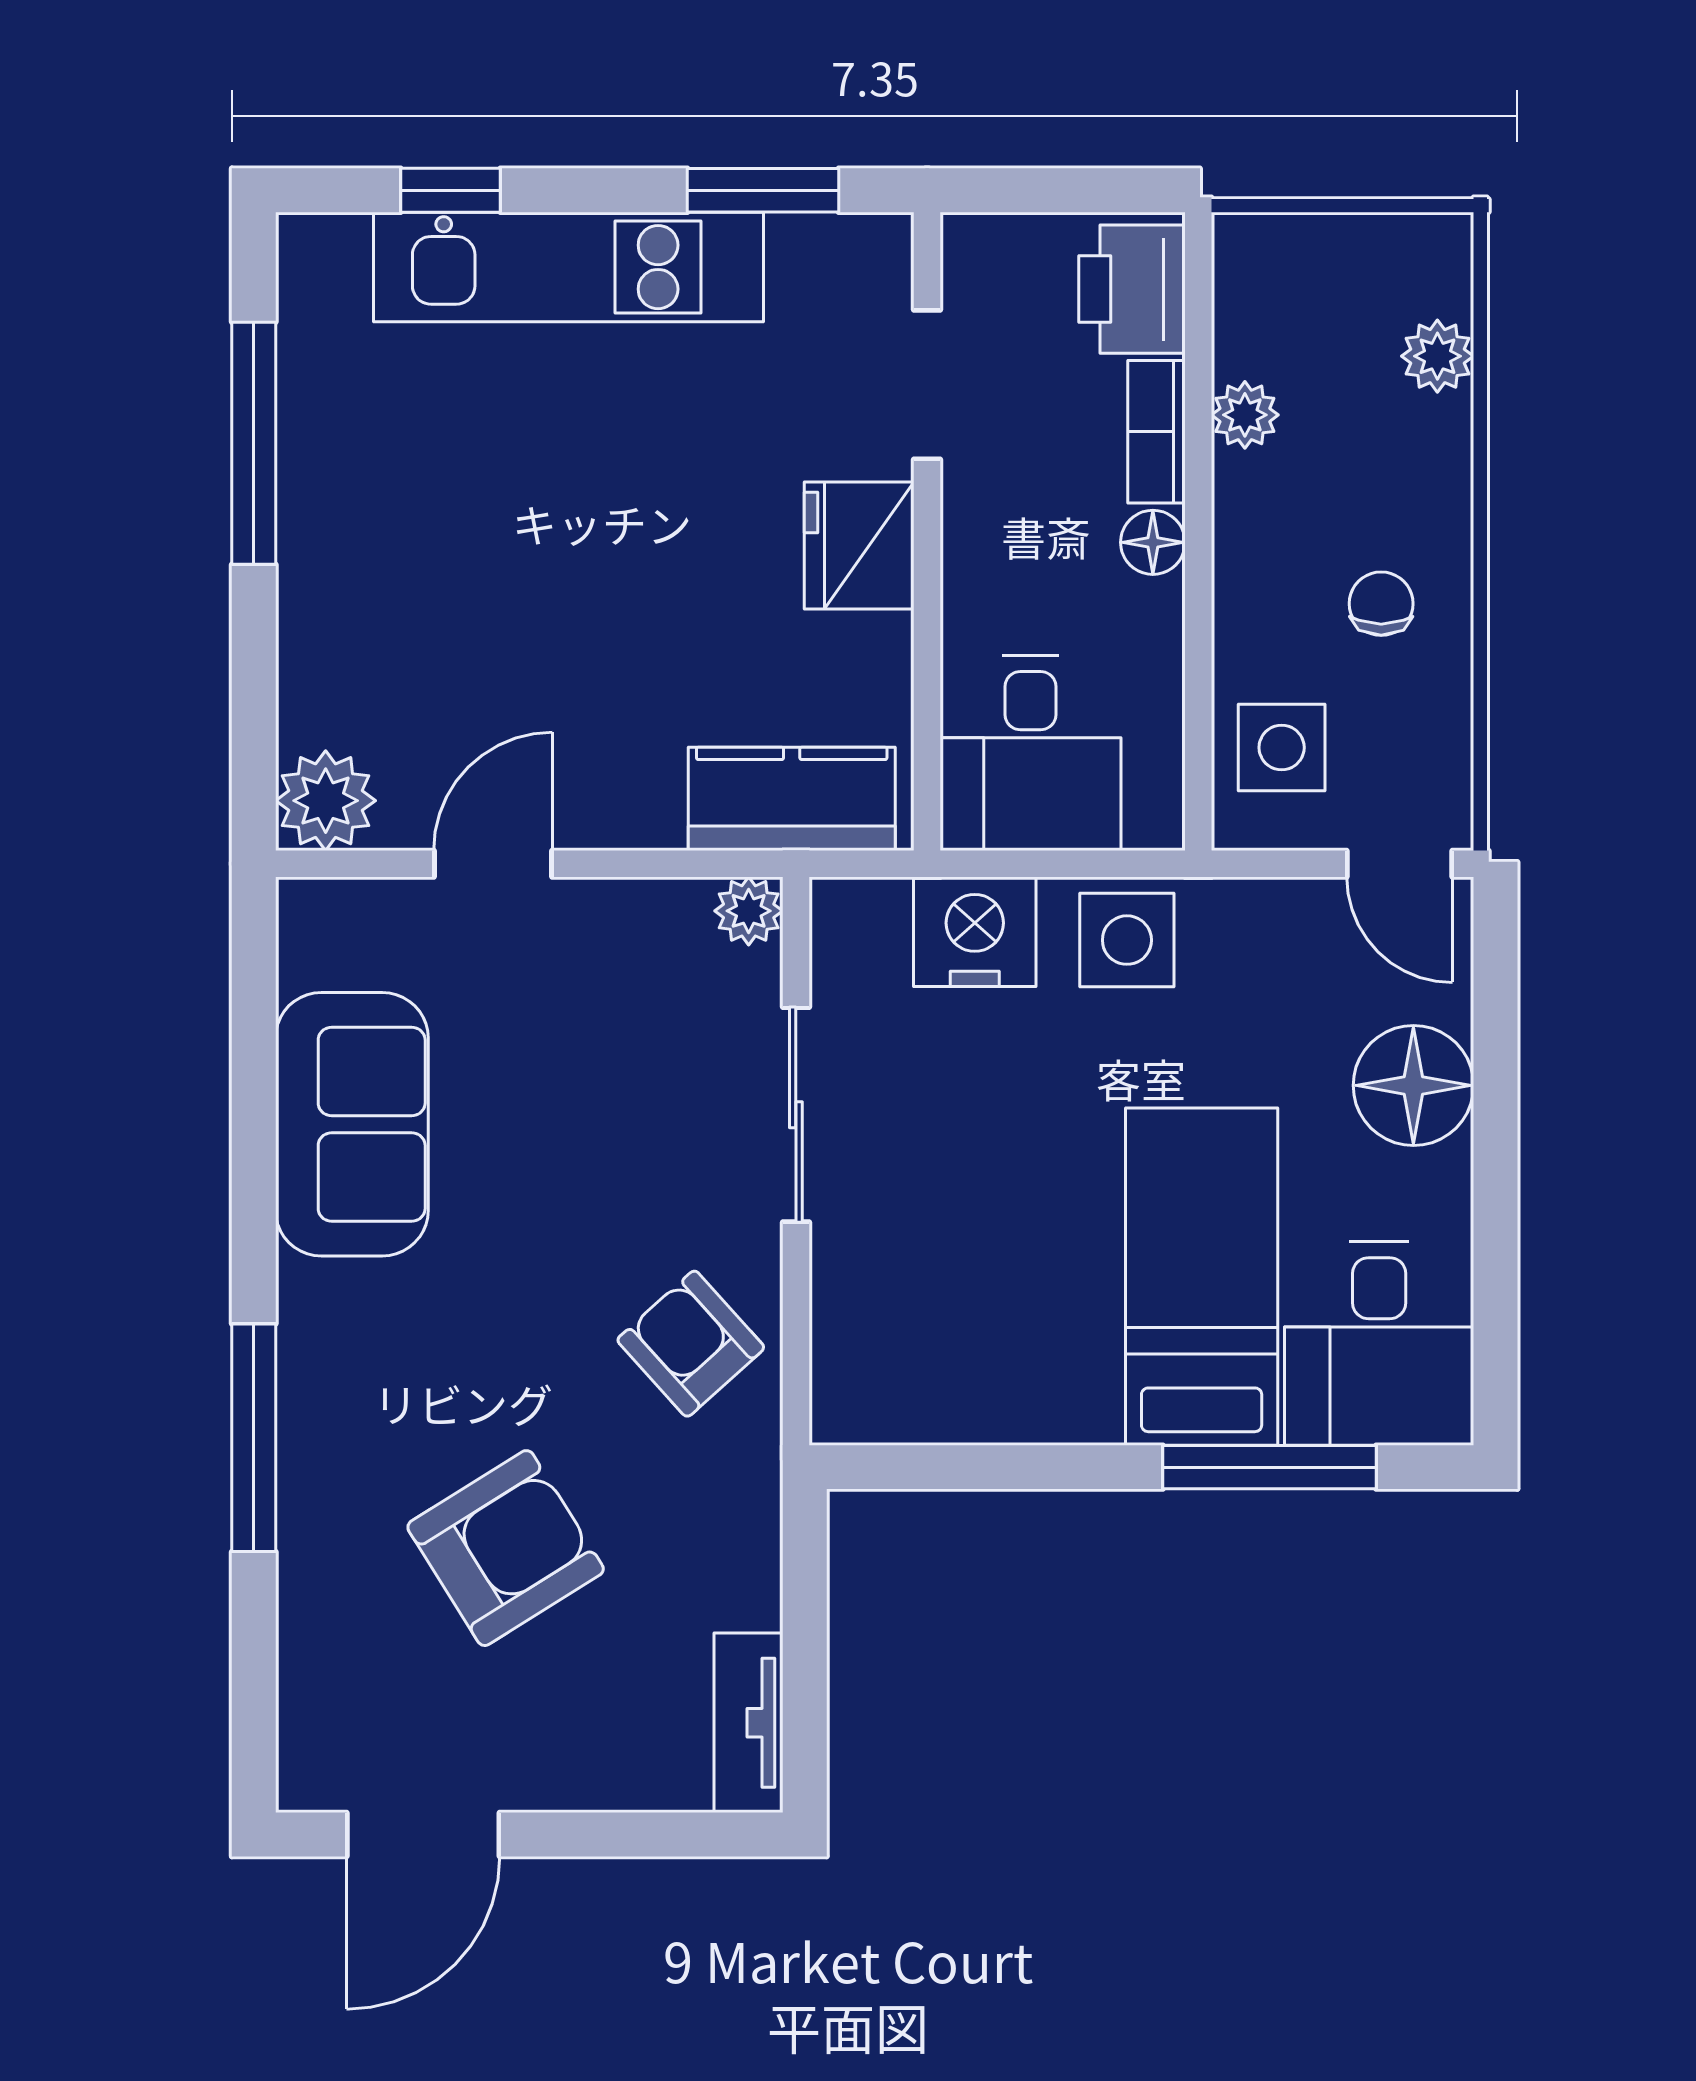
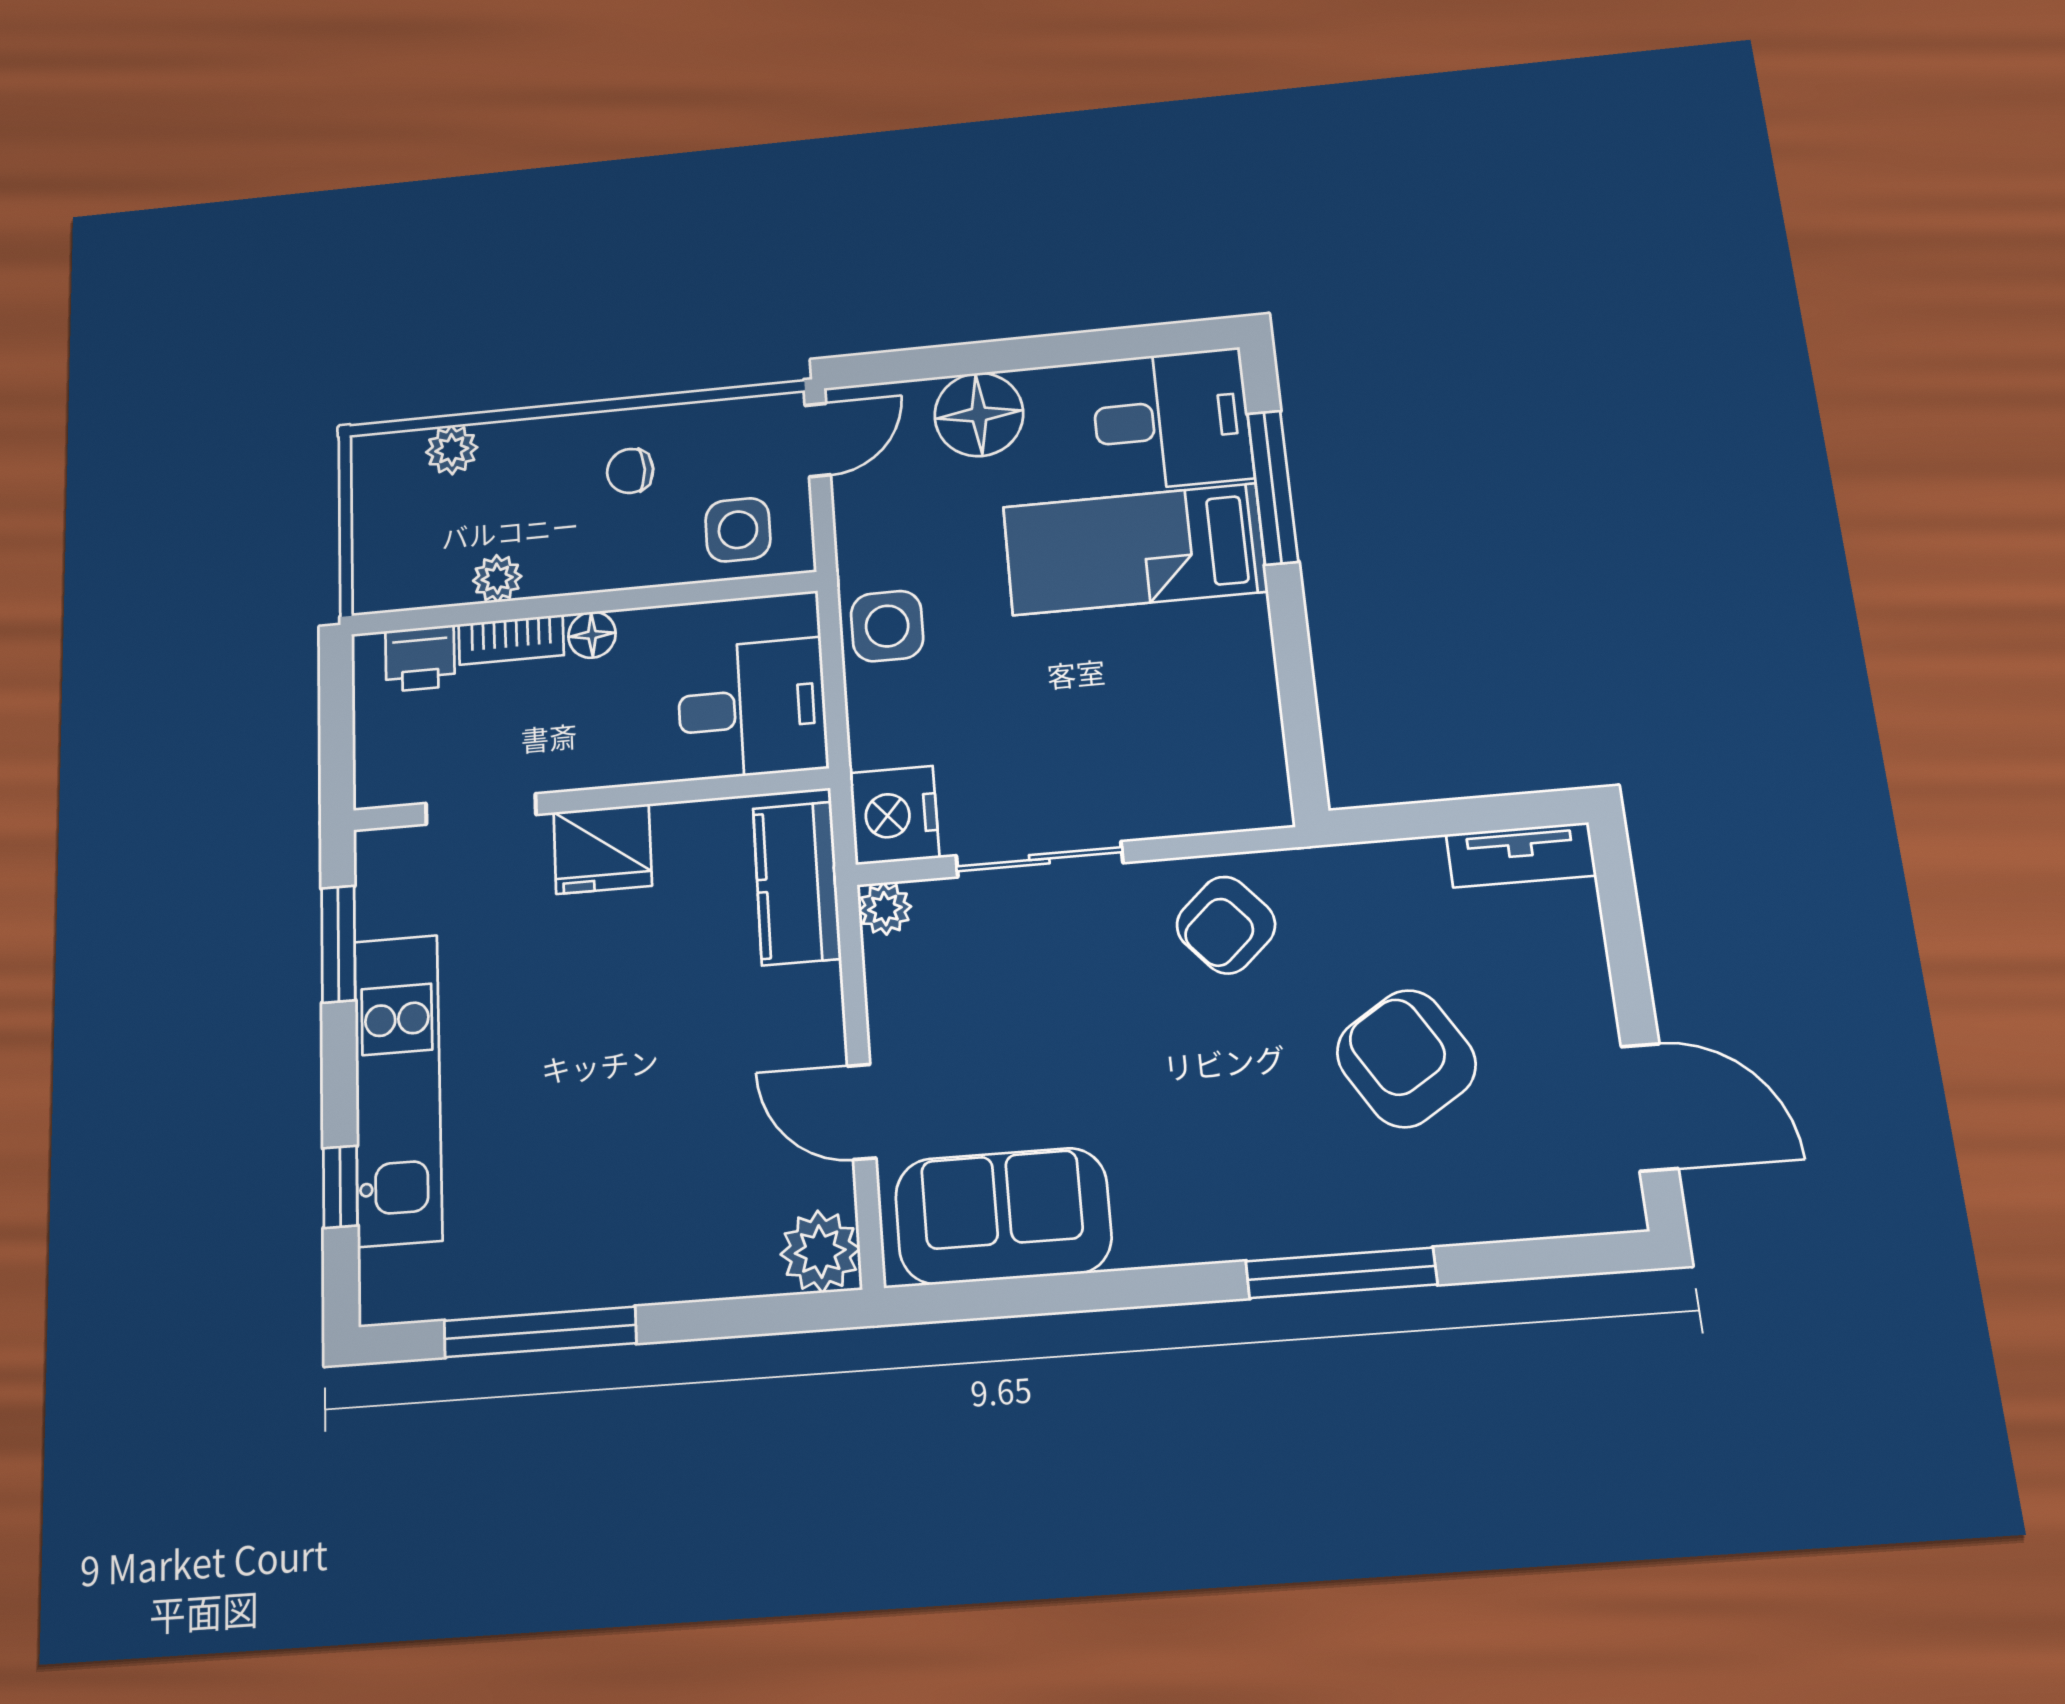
printer: (1132, 289) -> (420, 658), width x0.73, depth x0.81
nightstand: (975, 932) -> (894, 815), moved
sofa: (352, 1124) -> (1003, 1216), moved

